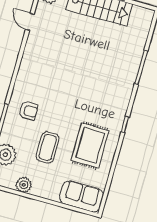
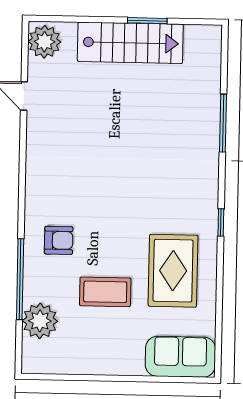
coffee table: (48, 148) -> (105, 292), turned 90
plant: (24, 185) -> (82, 362), removed

